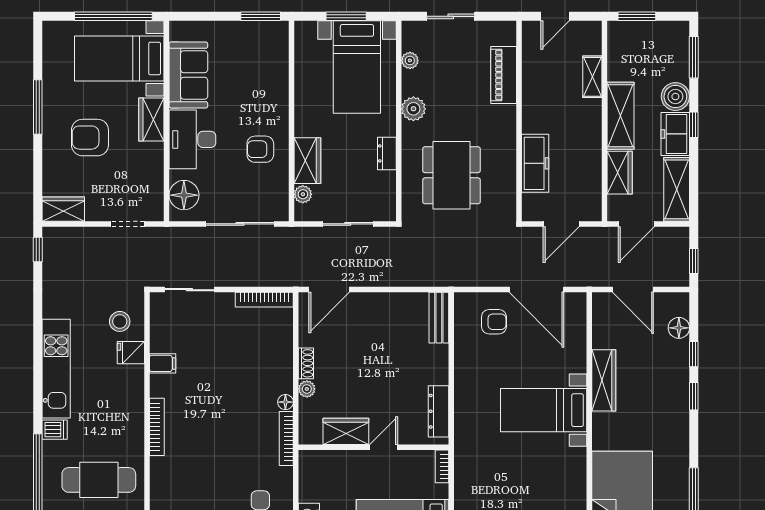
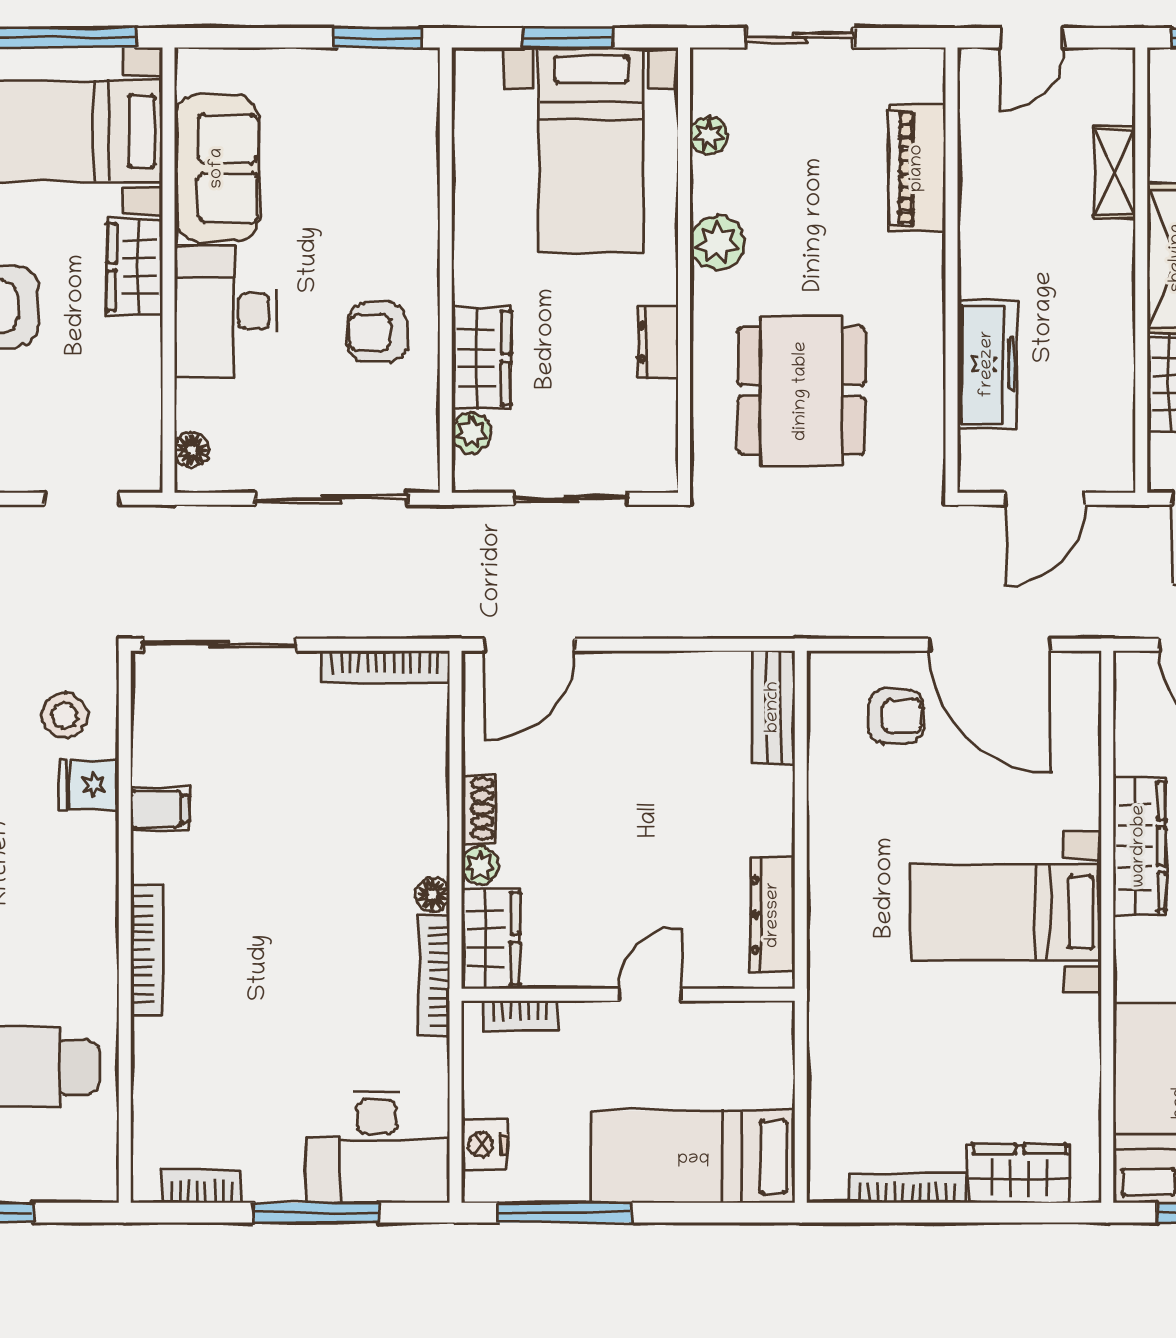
floor lamp: (184, 195) -> (192, 450), width x0.53, depth x0.53
sliding door: (189, 290) -> (219, 645), width x1.37
wardrobe: (346, 431) -> (491, 938), moved, turned 90
bookcase: (442, 466) -> (520, 1015), moved, turned -90

